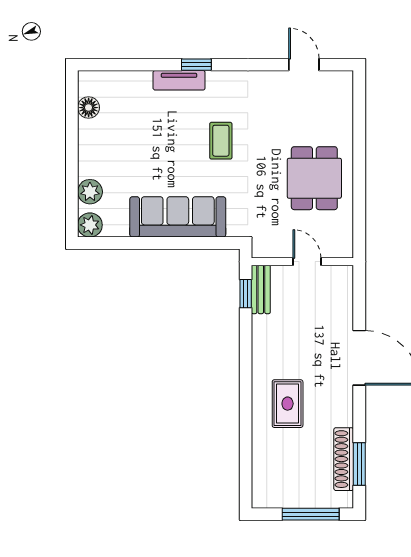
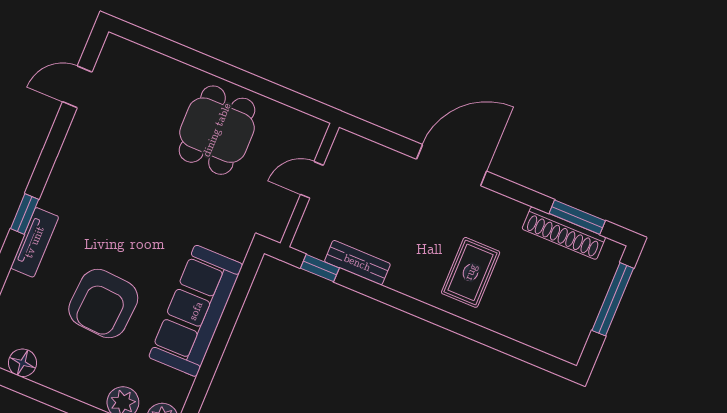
coffee table: (221, 141) -> (127, 222), removed
armchair: (155, 148) -> (103, 304), added
dining table: (314, 178) -> (217, 130), turned 90
bench: (261, 289) -> (357, 263), moved
rug: (288, 404) -> (471, 272), turned 90

